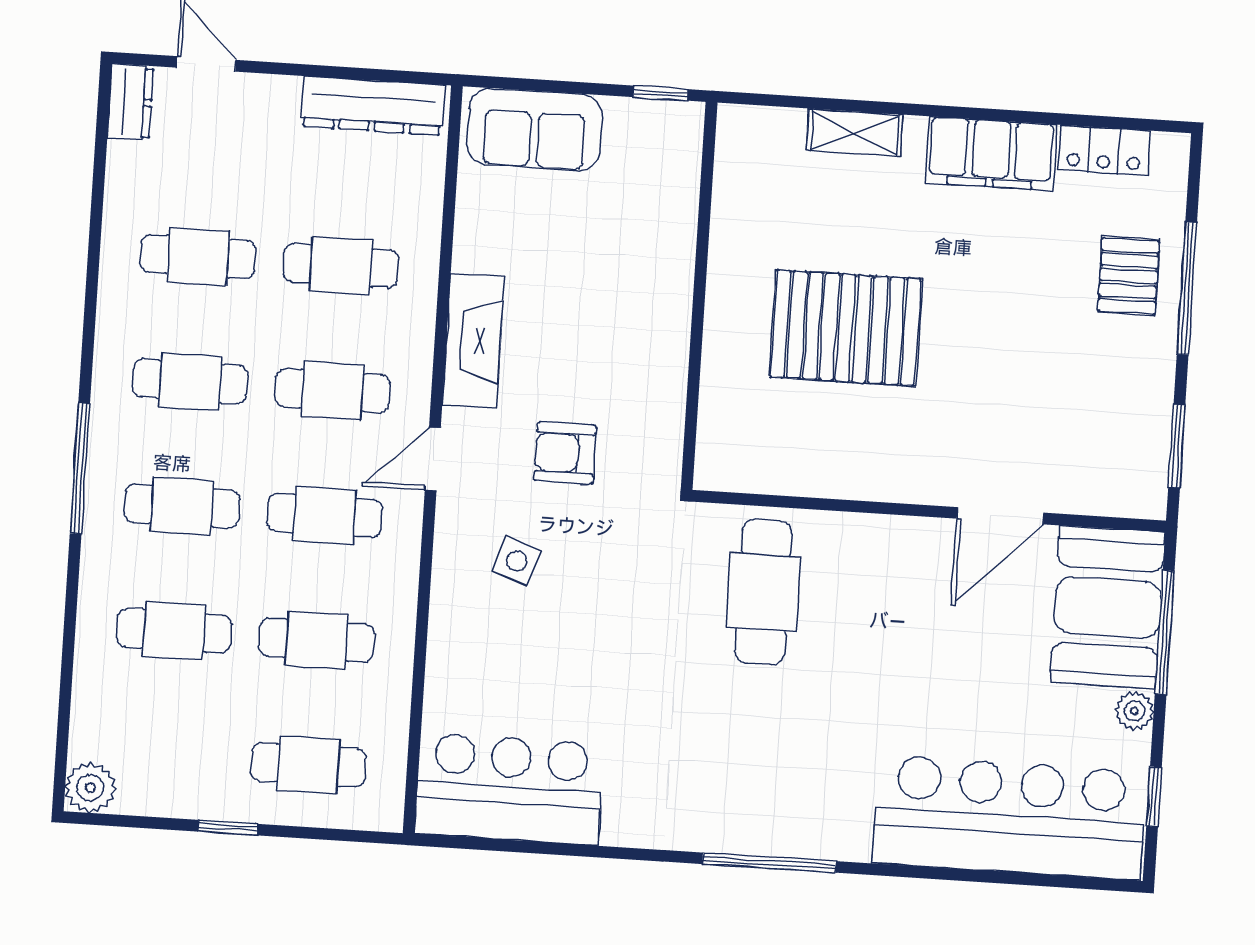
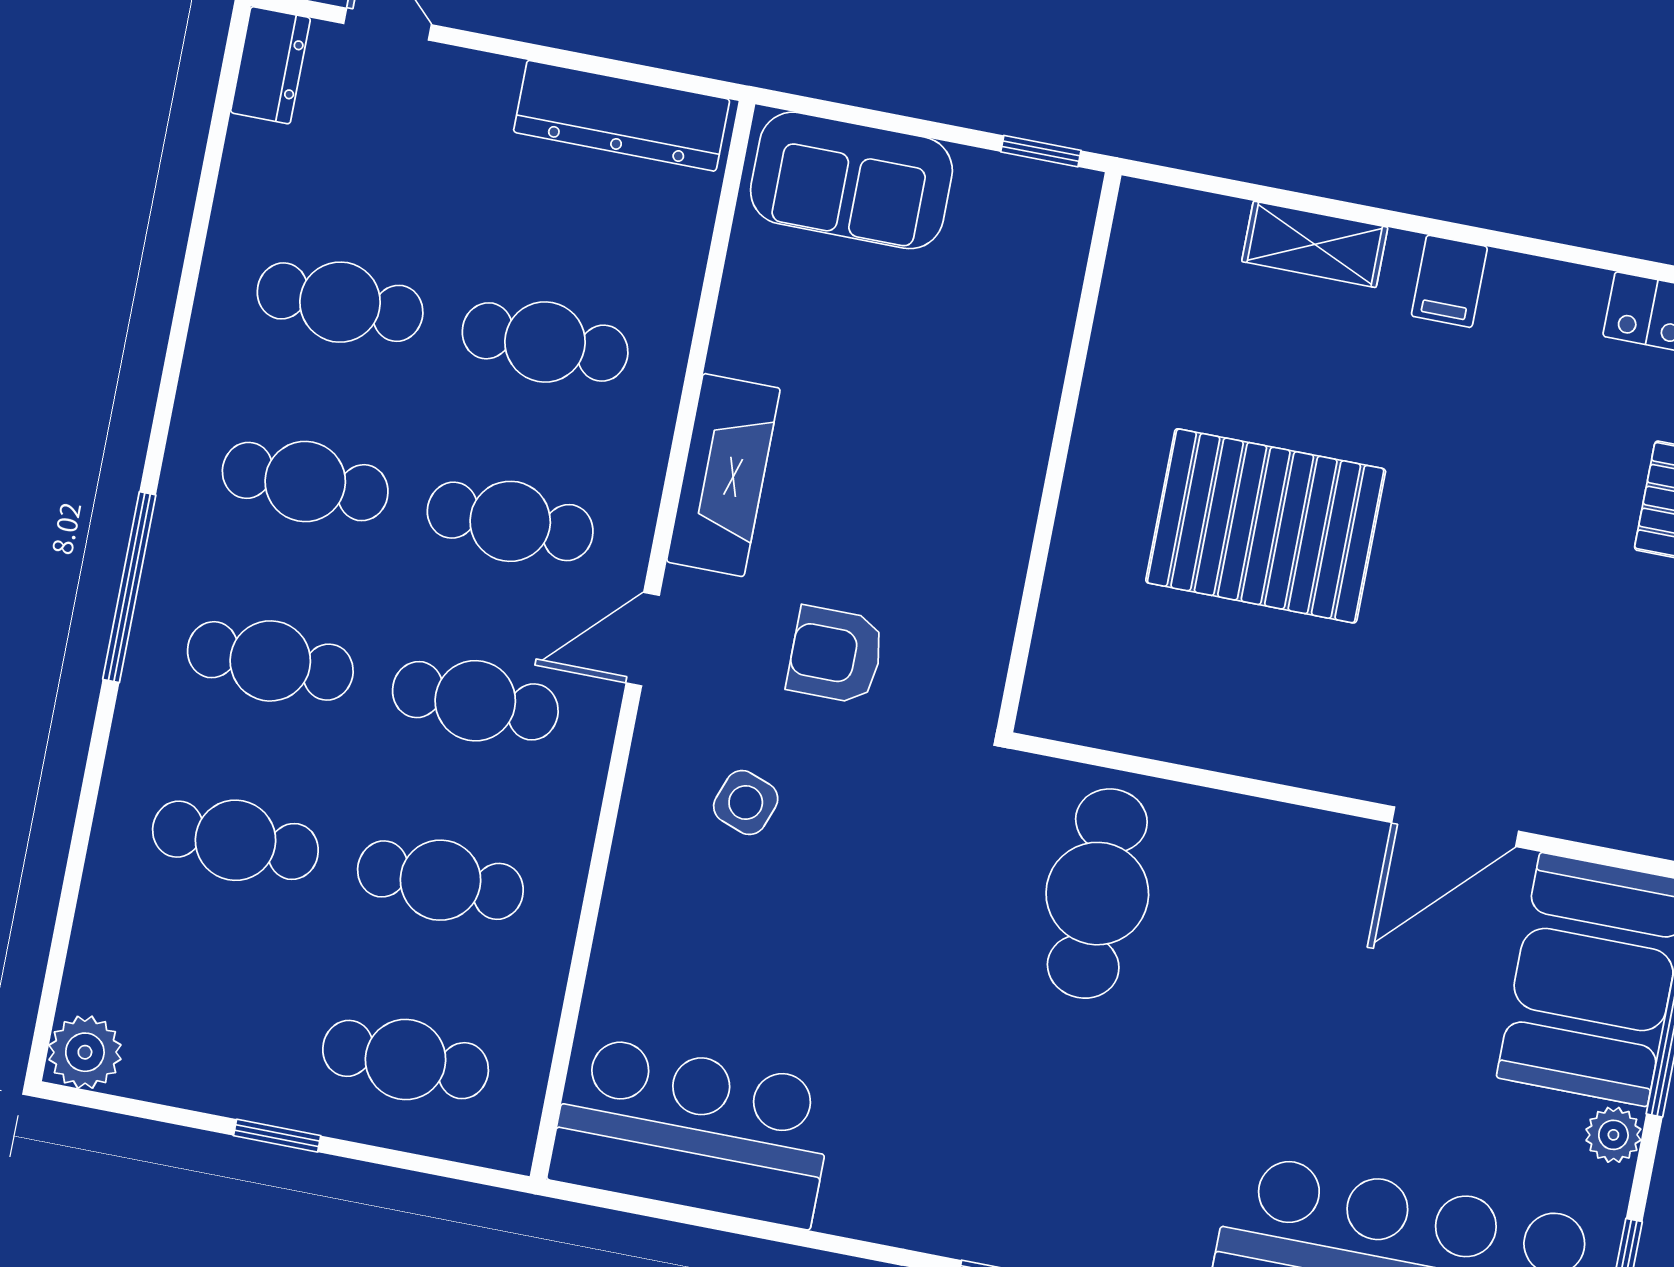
filing cabinet: (991, 154) -> (1449, 281), width x0.33, depth x0.86

